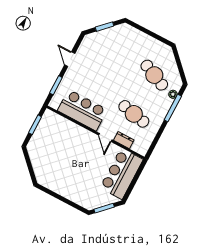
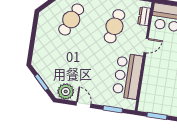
plant: (88, 46) -> (66, 92), added
door: (70, 59) -> (84, 105), swing flipped
dresser: (124, 140) -> (144, 16), moved

